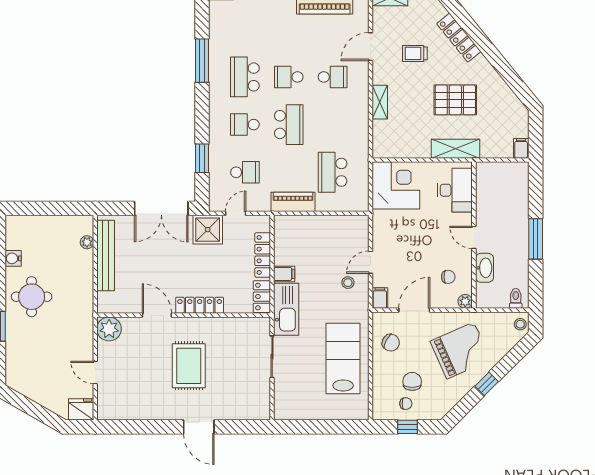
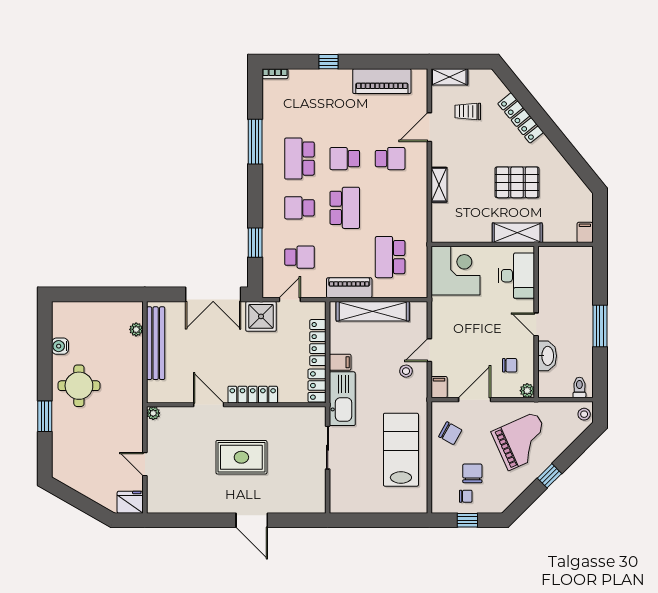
trolley: (415, 53) -> (468, 111), moved
shelving: (316, 225) -> (373, 311), added
plant: (109, 329) -> (153, 413), width x0.53, depth x0.53
rug: (189, 366) -> (241, 457), turned 90

